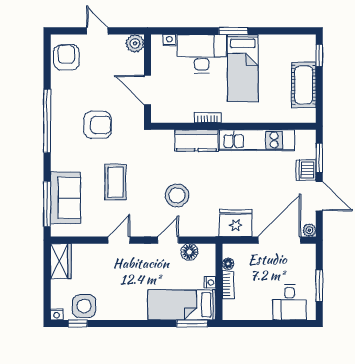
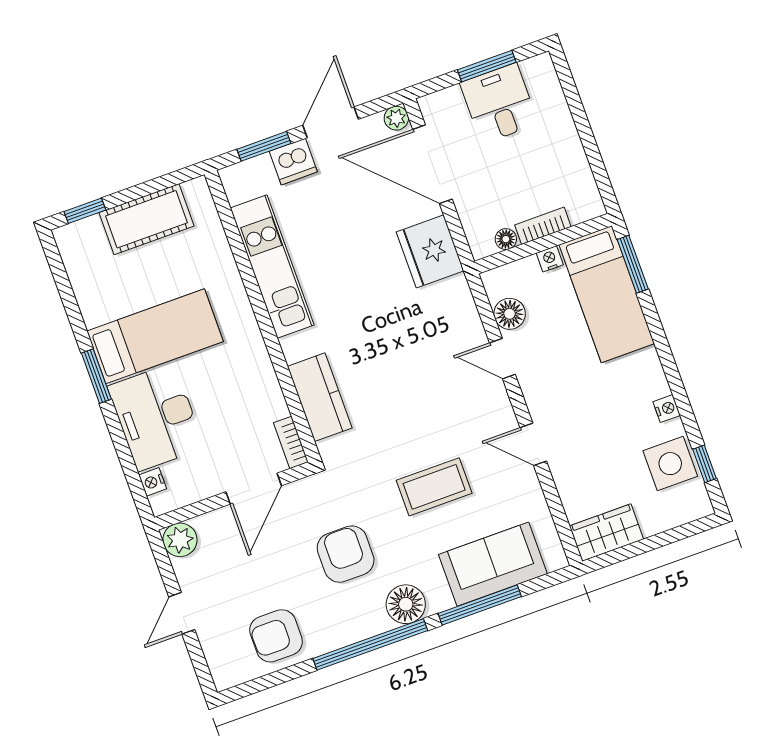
armchair: (66, 57) -> (276, 636), moved
bookcase: (208, 117) -> (291, 442), moved
kitchen counter: (196, 140) -> (320, 397), moved
floor lamp: (61, 146) -> (406, 604), added
stool: (177, 195) -> (419, 371), removed
window: (47, 204) -> (480, 605), moved
desk: (290, 302) -> (499, 103), moved, turned -90
nightstand: (57, 314) -> (667, 409), moved

